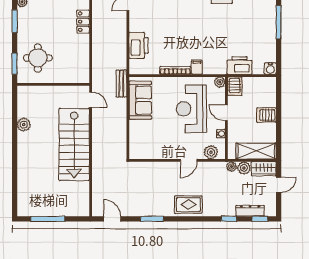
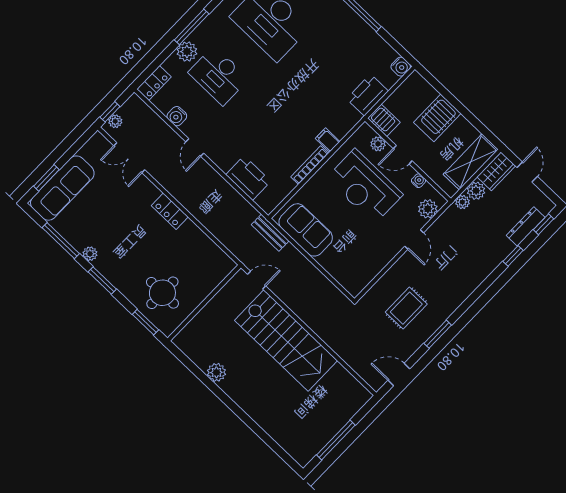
plant: (220, 82) -> (378, 144), moved
server rack: (266, 115) -> (437, 118), width x1.36, depth x1.44
rug: (188, 205) -> (406, 308), moved

